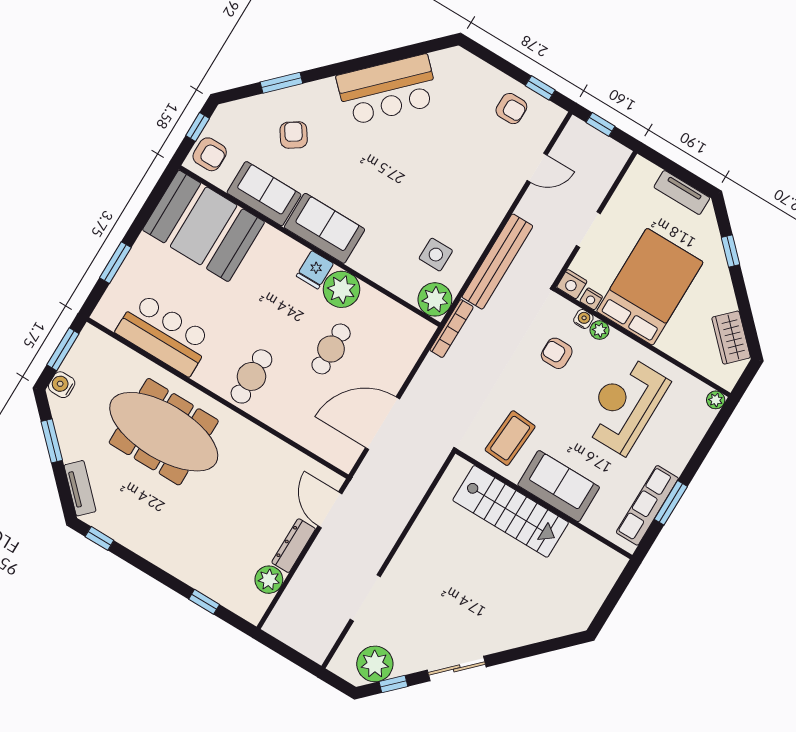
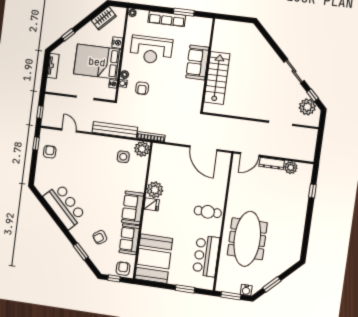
nightstand: (572, 284) -> (117, 43), moved
cafe table: (331, 349) -> (182, 183), removed
coffee table: (510, 438) -> (186, 92), removed
tv unit: (80, 488) -> (287, 264), removed
row of seats: (647, 505) -> (167, 19), moved
window: (99, 538) -> (305, 247), removed

